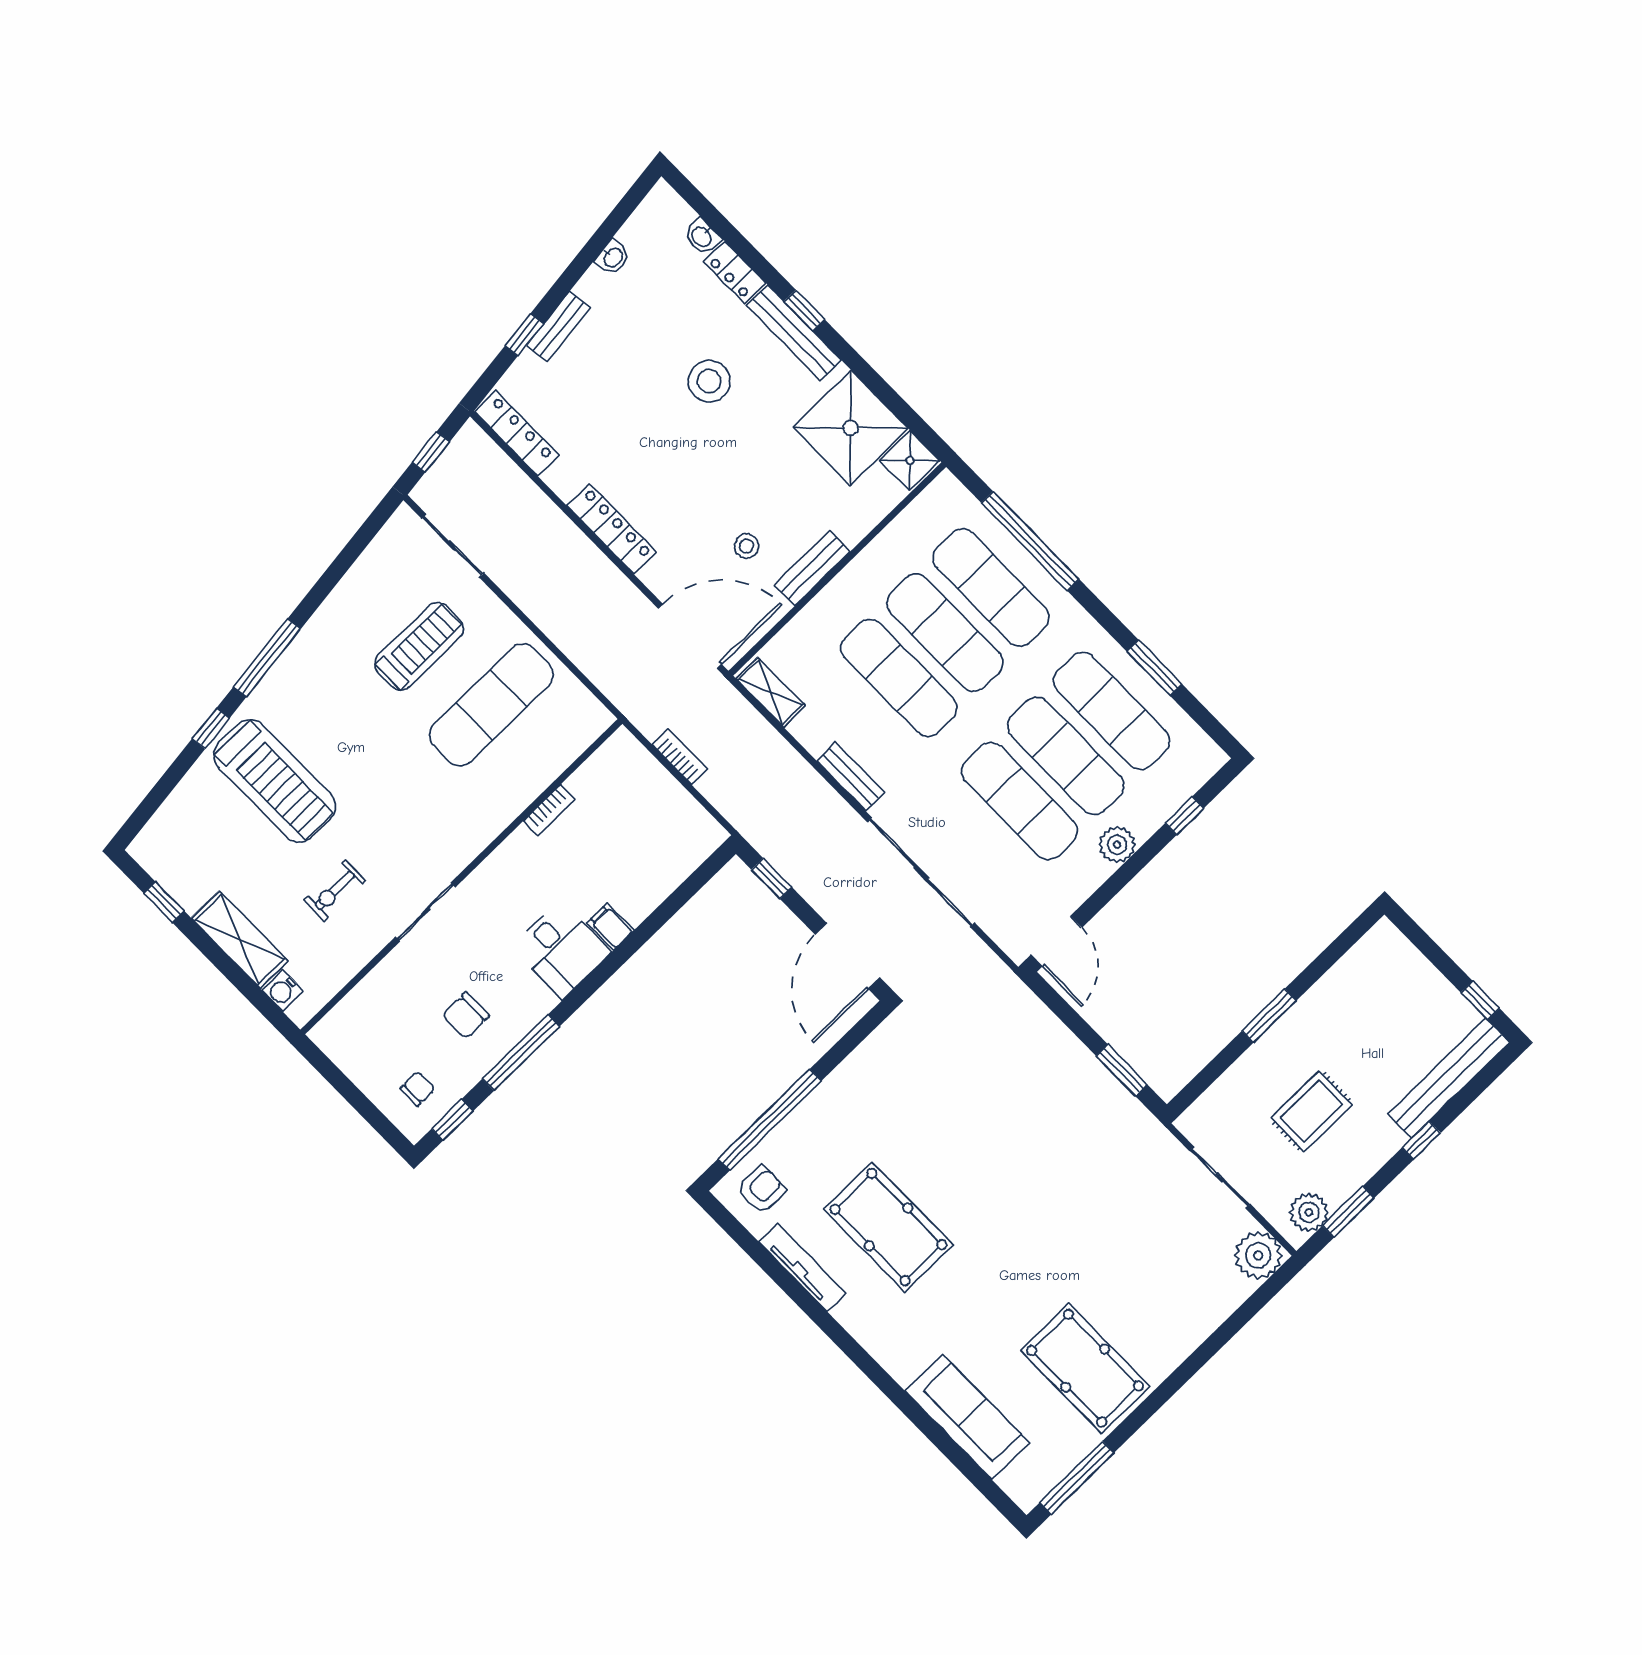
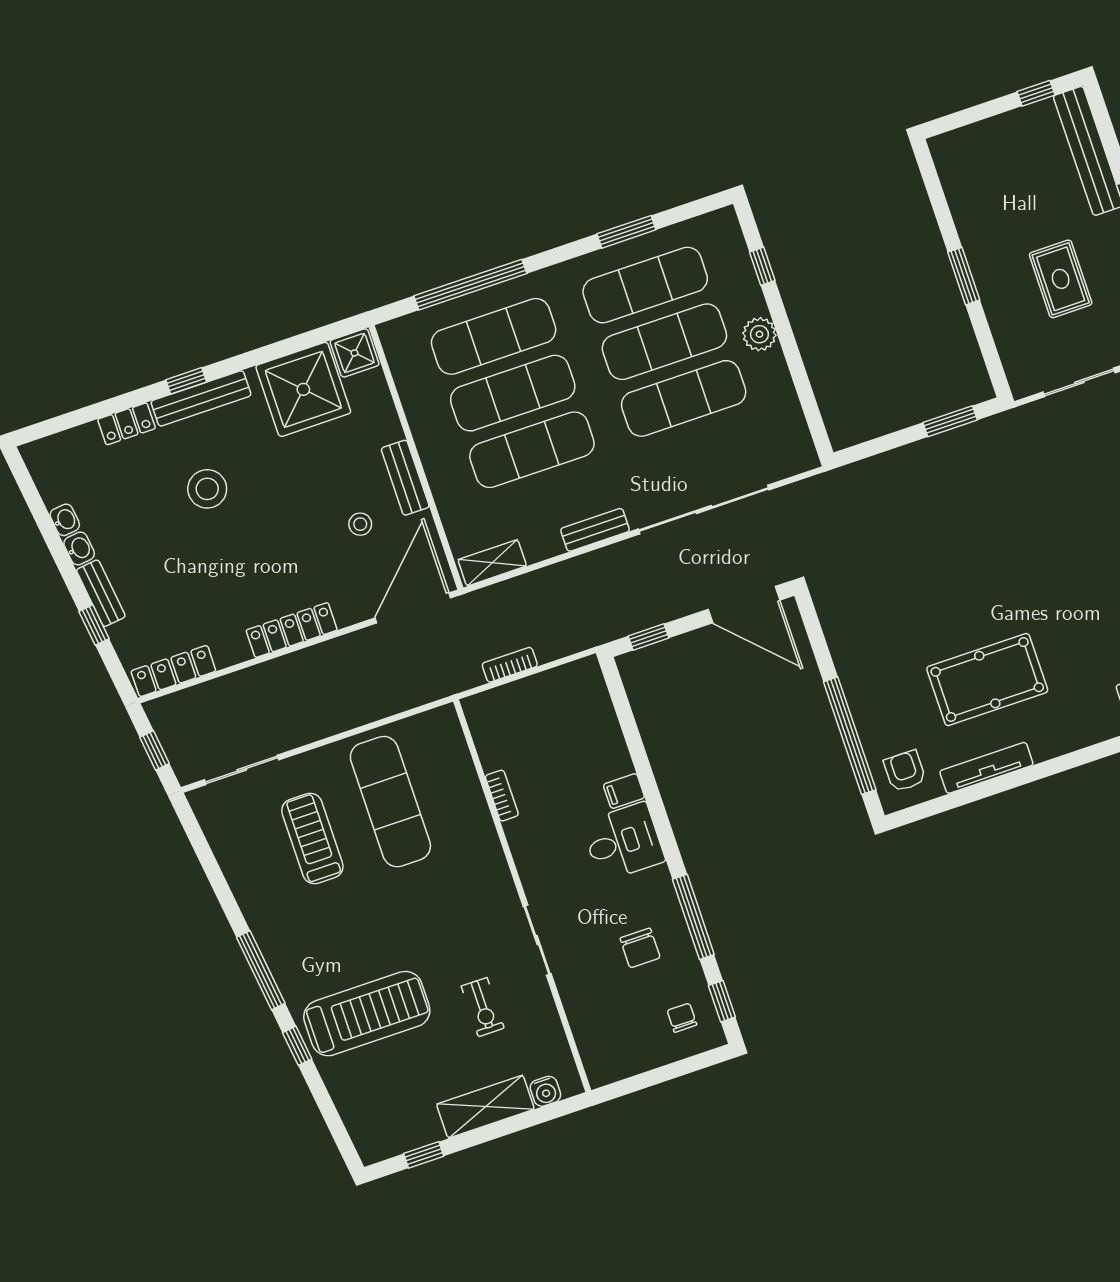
washbasin: (702, 237) -> (79, 548), moved, turned -97
door: (1056, 941) -> (816, 424), removed

